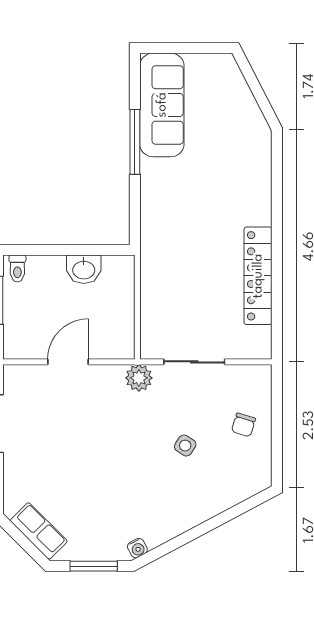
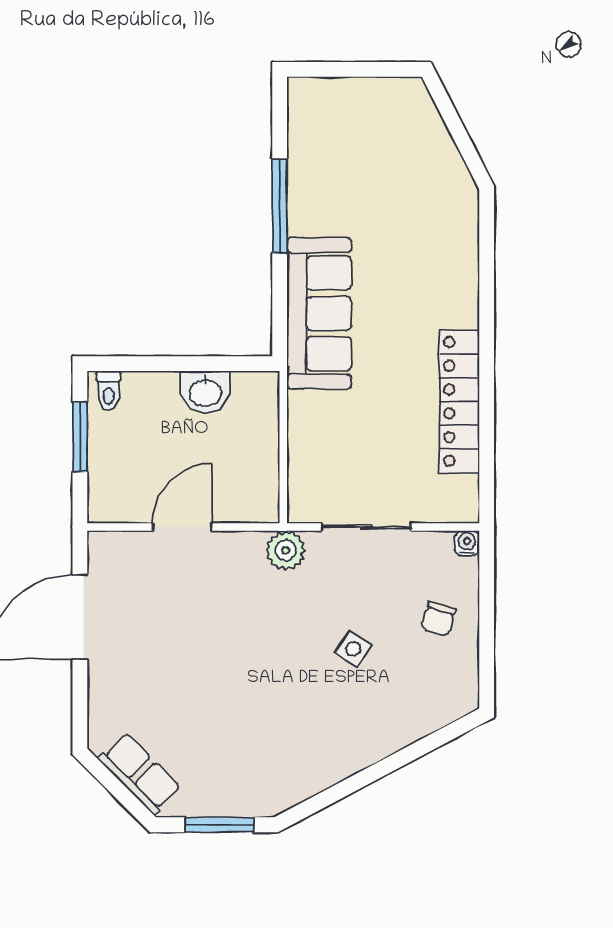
sofa: (162, 105) -> (319, 313), moved
water cooler: (137, 548) -> (467, 543), moved, turned -152

